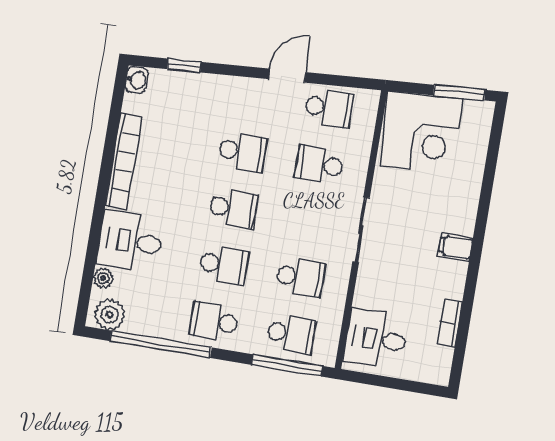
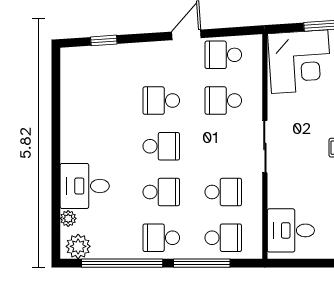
washbasin: (137, 80) -> (68, 58), removed
school desk: (329, 108) -> (223, 55), turned 180
school desk: (243, 152) -> (161, 101), turned 180
bookcase: (123, 161) -> (69, 124), removed
window: (287, 365) -> (202, 263), moved

